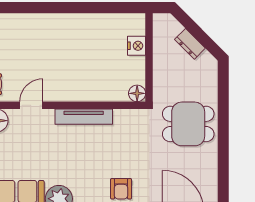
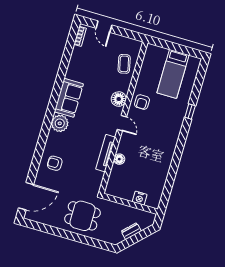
floor lamp: (137, 93) -> (119, 159), moved
dining table: (188, 124) -> (82, 216), turned 90

